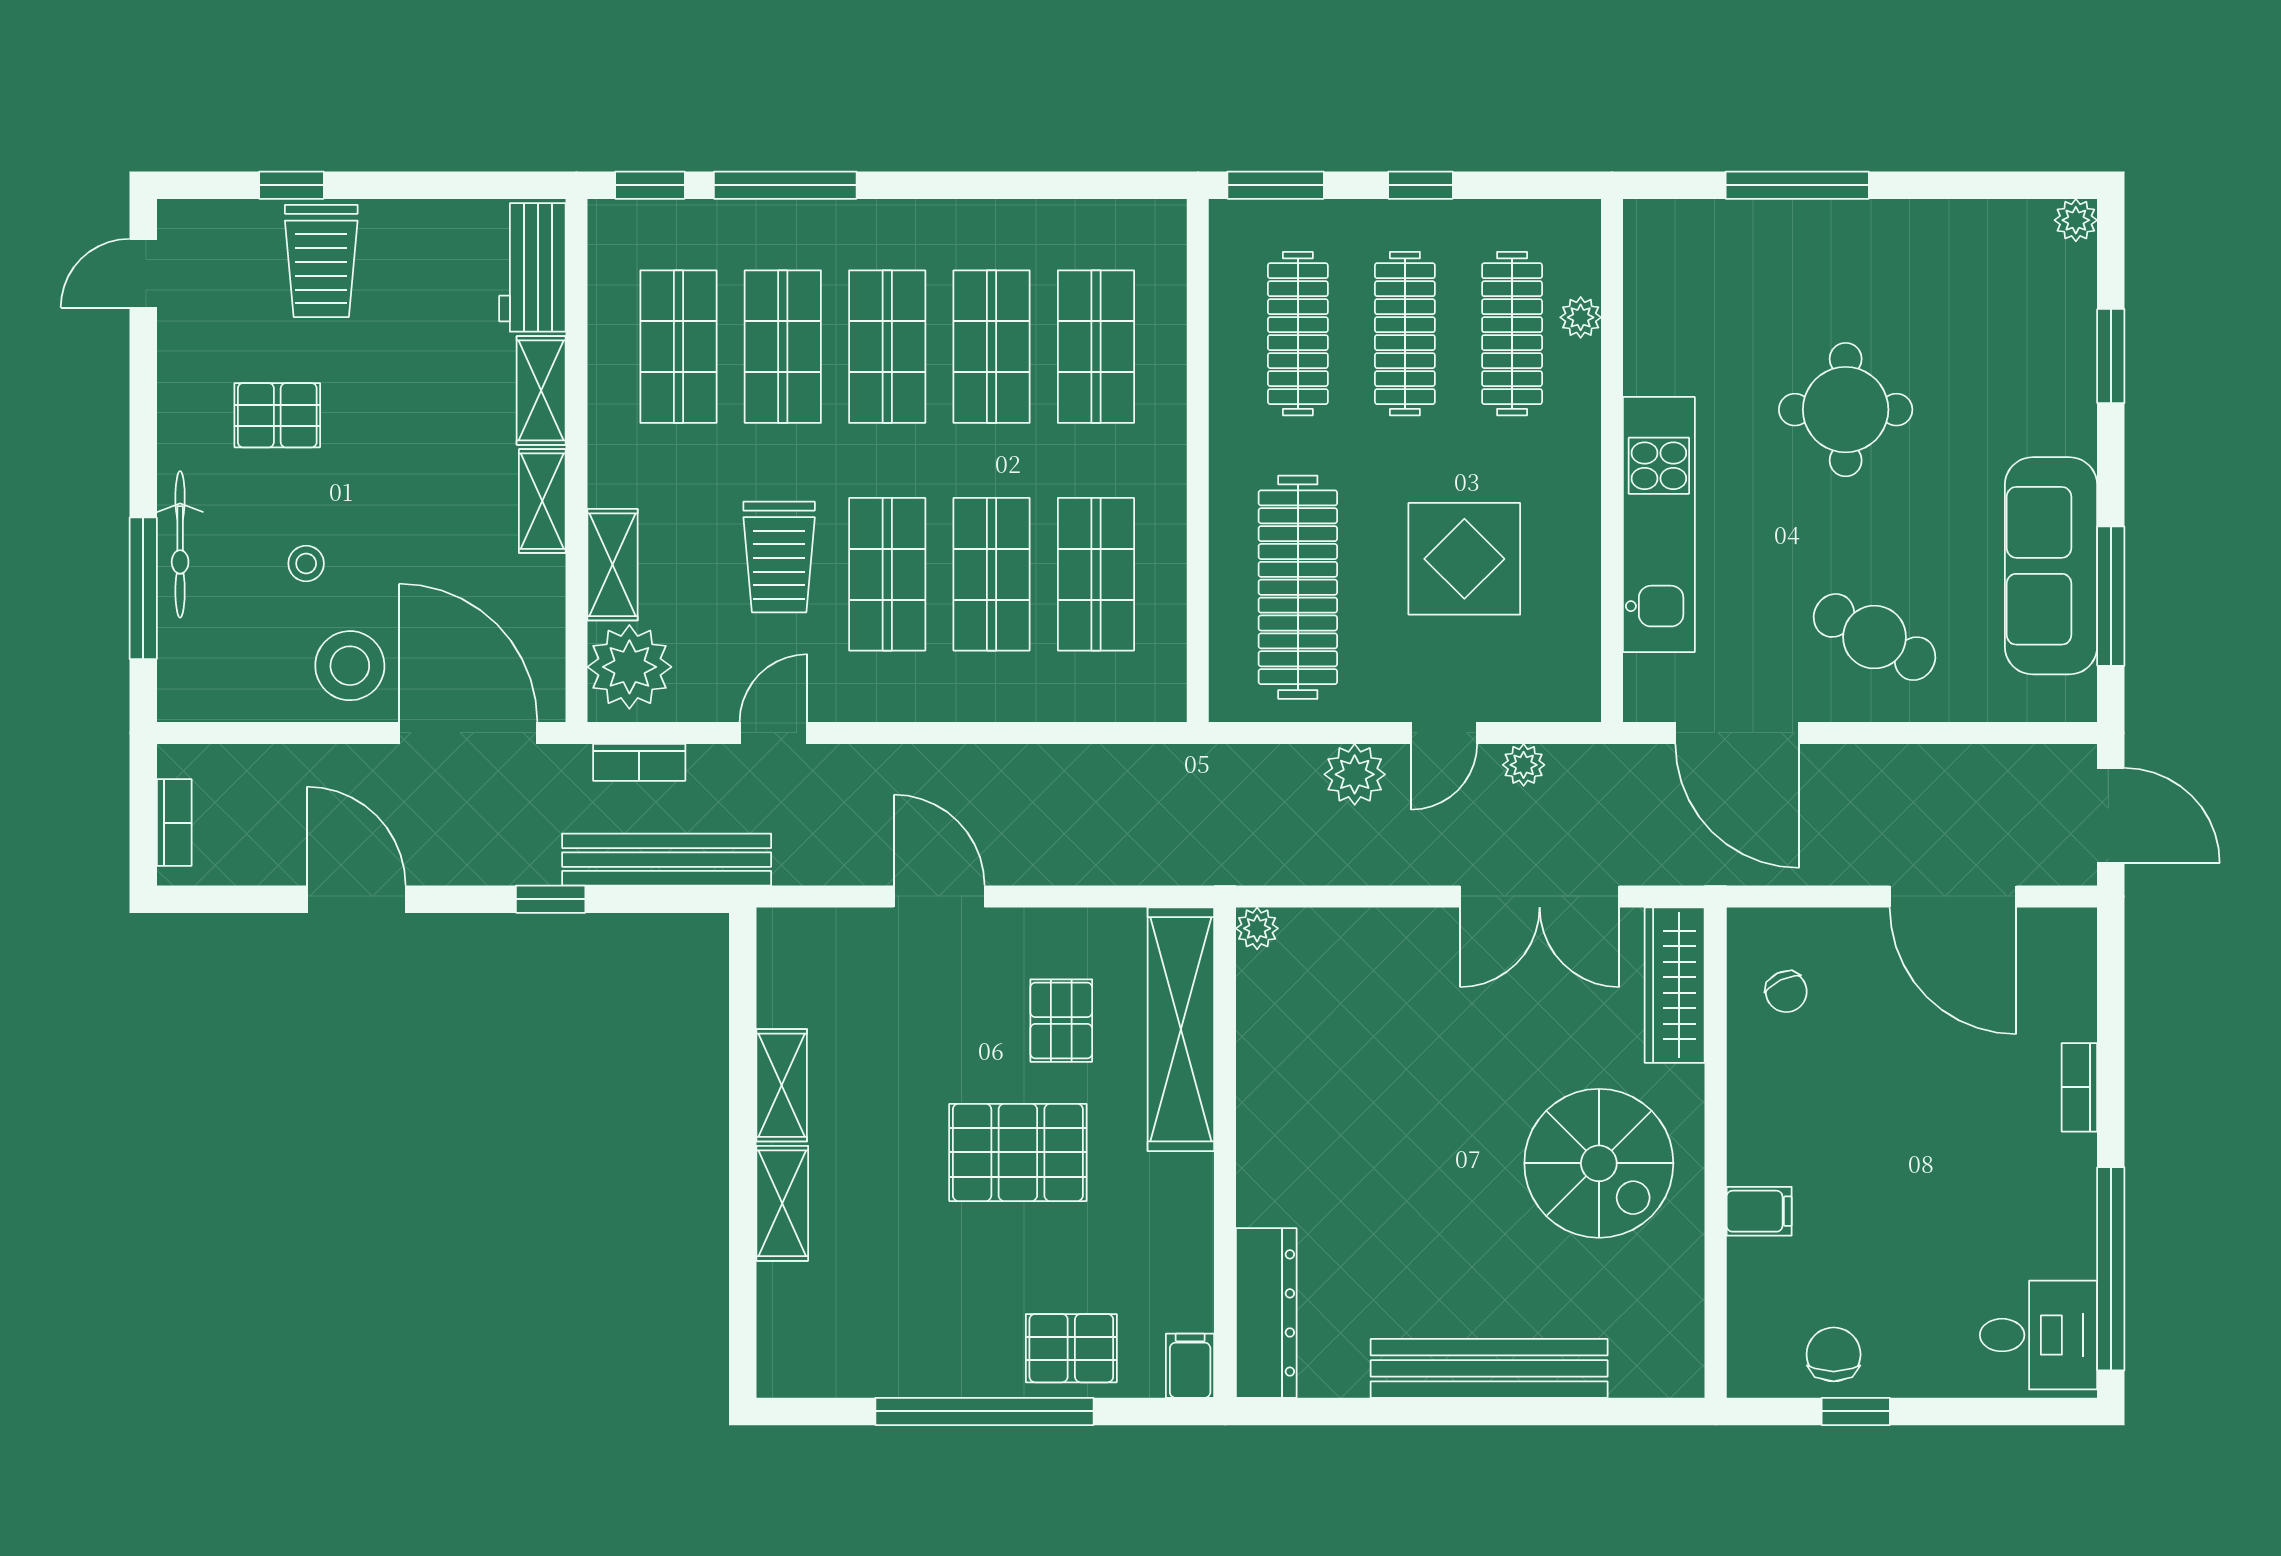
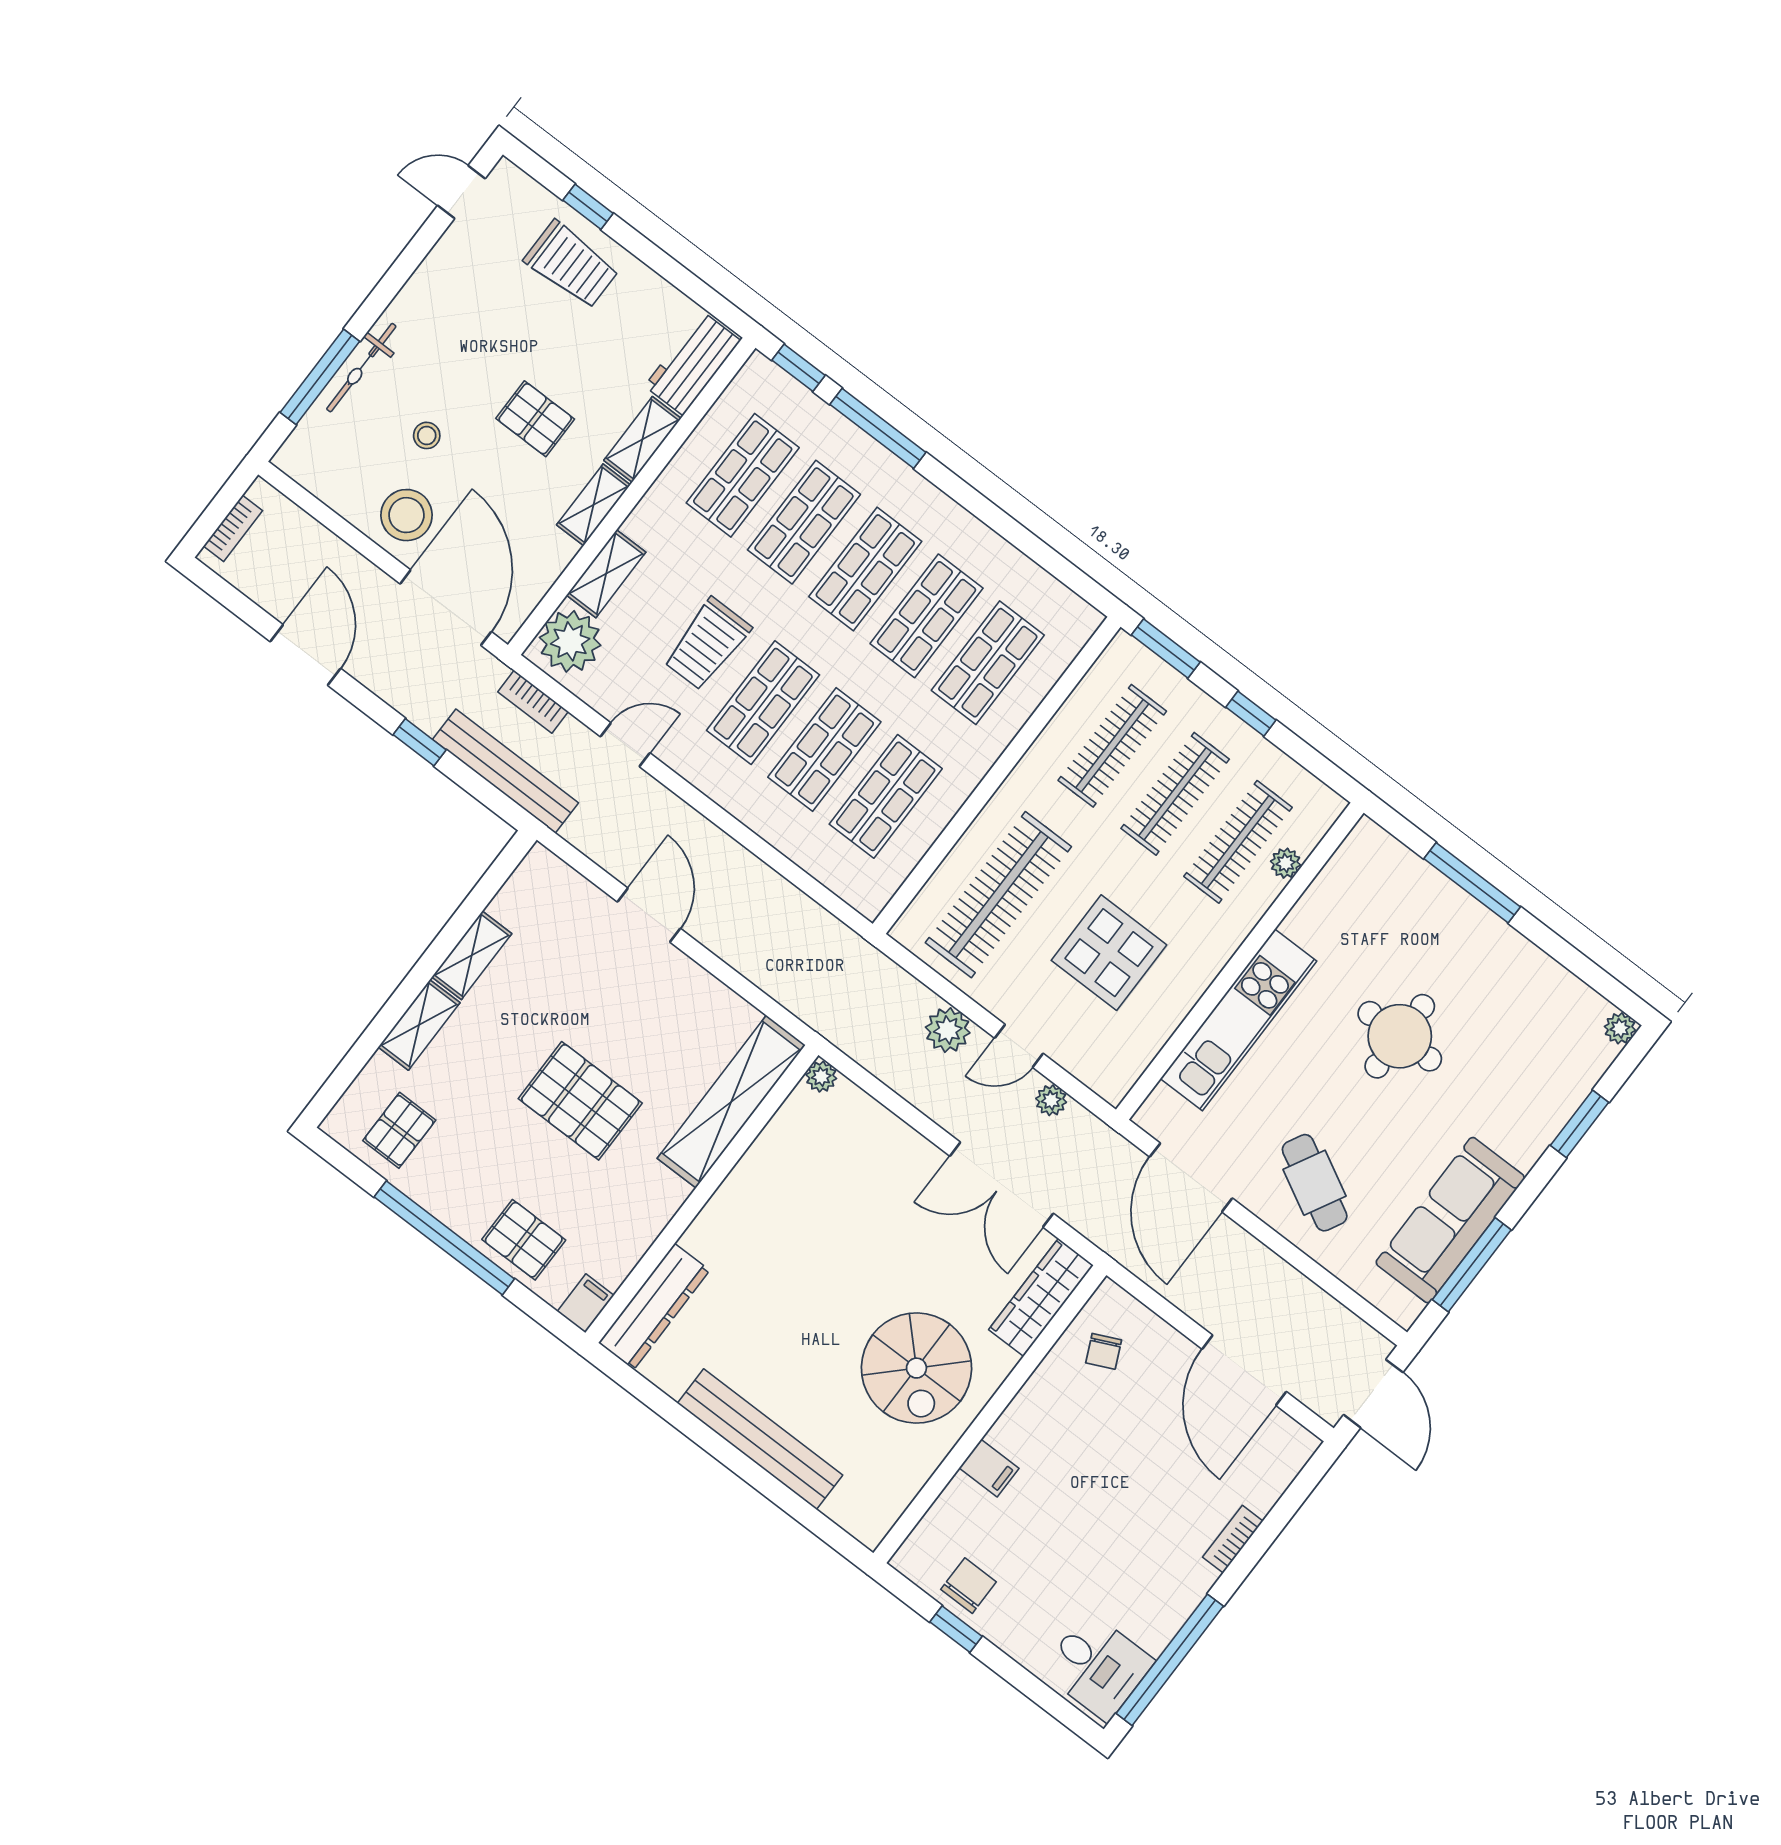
trolley: (321, 261) -> (571, 265), turned -90
pallet: (277, 415) -> (535, 419), moved
pallet: (1061, 1021) -> (399, 1130), moved

